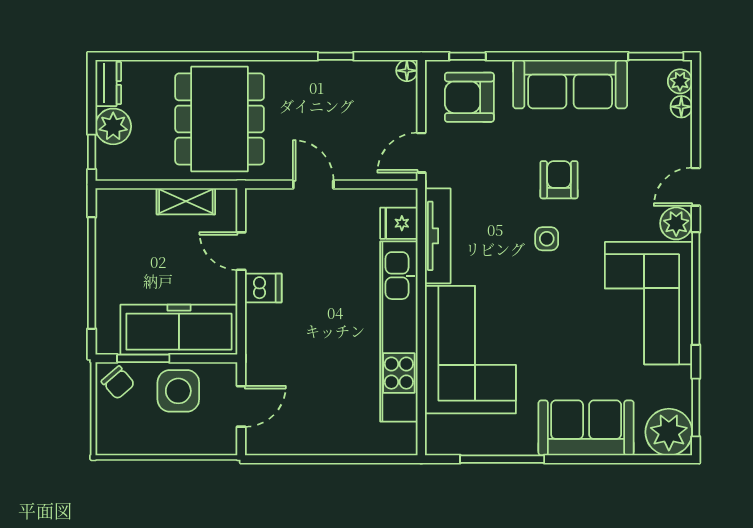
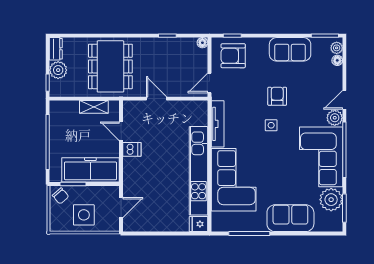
sofa: (570, 84) -> (290, 49), width x0.73
fridge: (399, 223) -> (199, 224), moved
side table: (178, 391) -> (84, 215), moved
plant: (669, 432) -> (331, 200), moved

